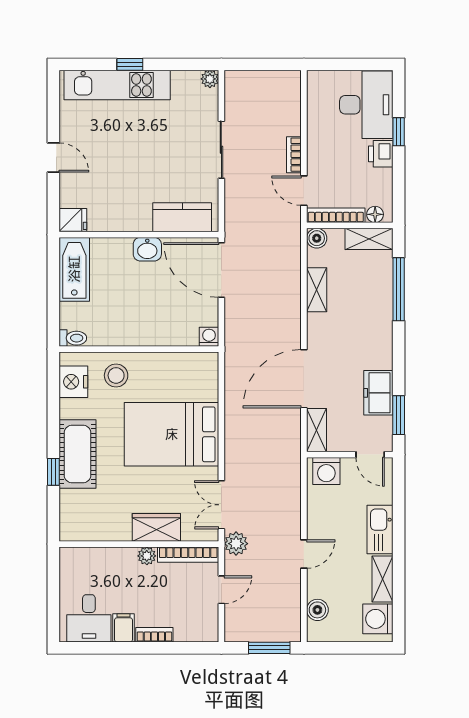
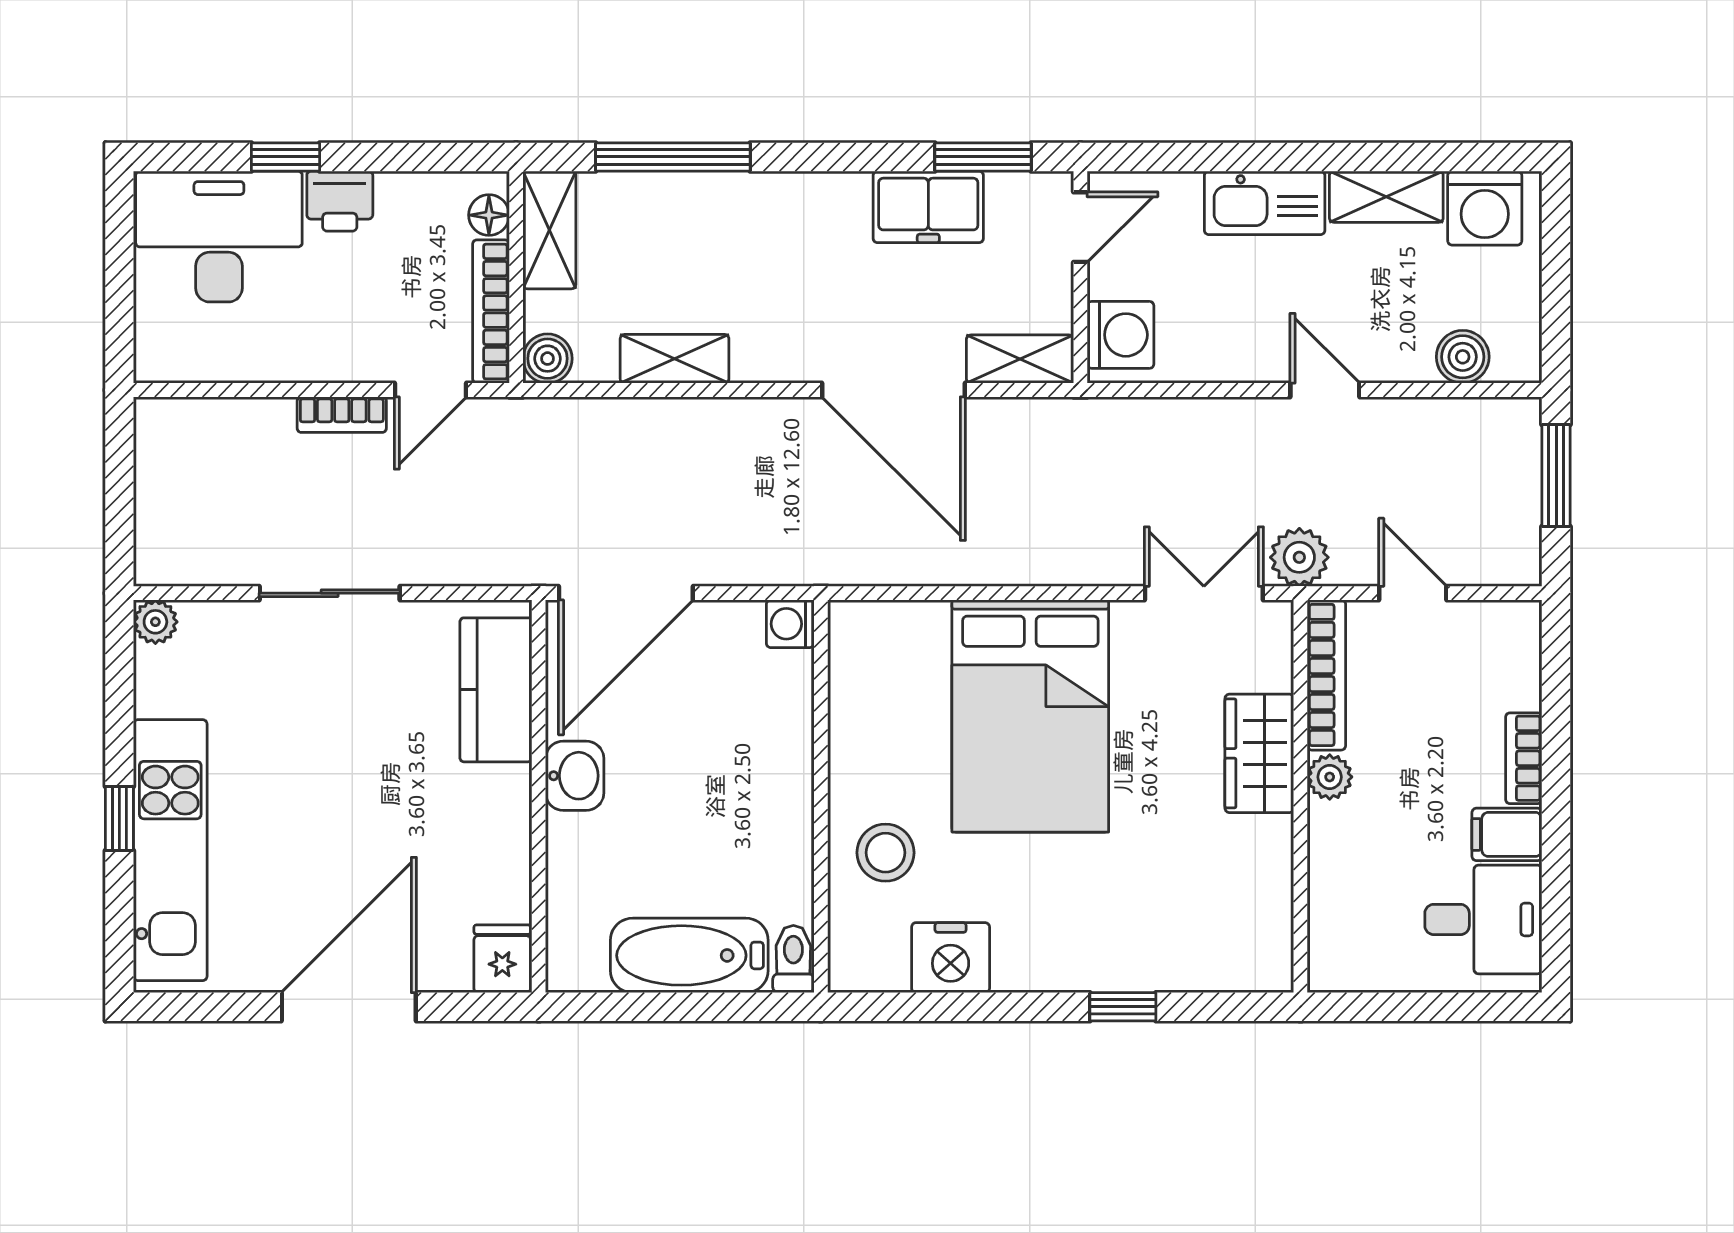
door: (53, 157) -> (349, 1007), width x1.87
bathtub: (74, 269) -> (689, 955), moved
nightstand: (73, 382) -> (951, 958), moved
cot: (78, 454) -> (1079, 948), removed
double door: (221, 505) -> (1204, 593), swing flipped

